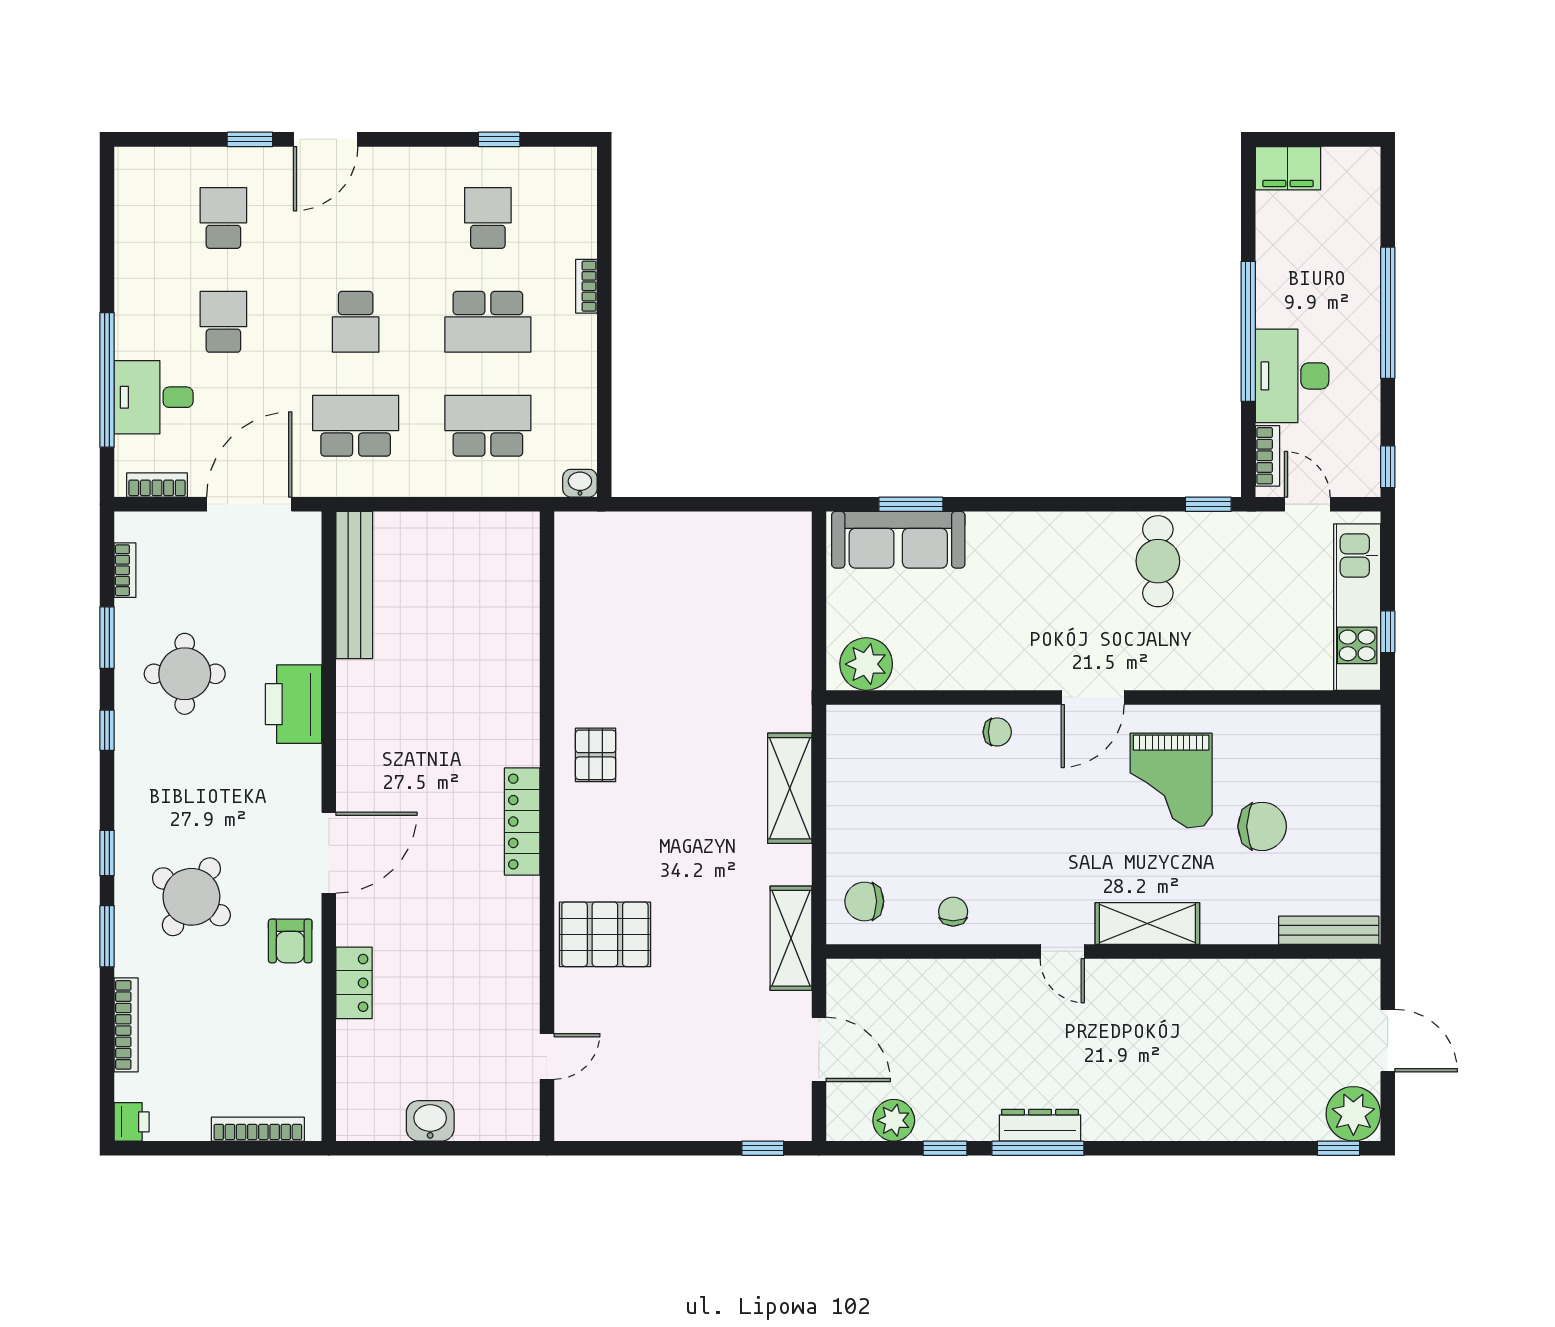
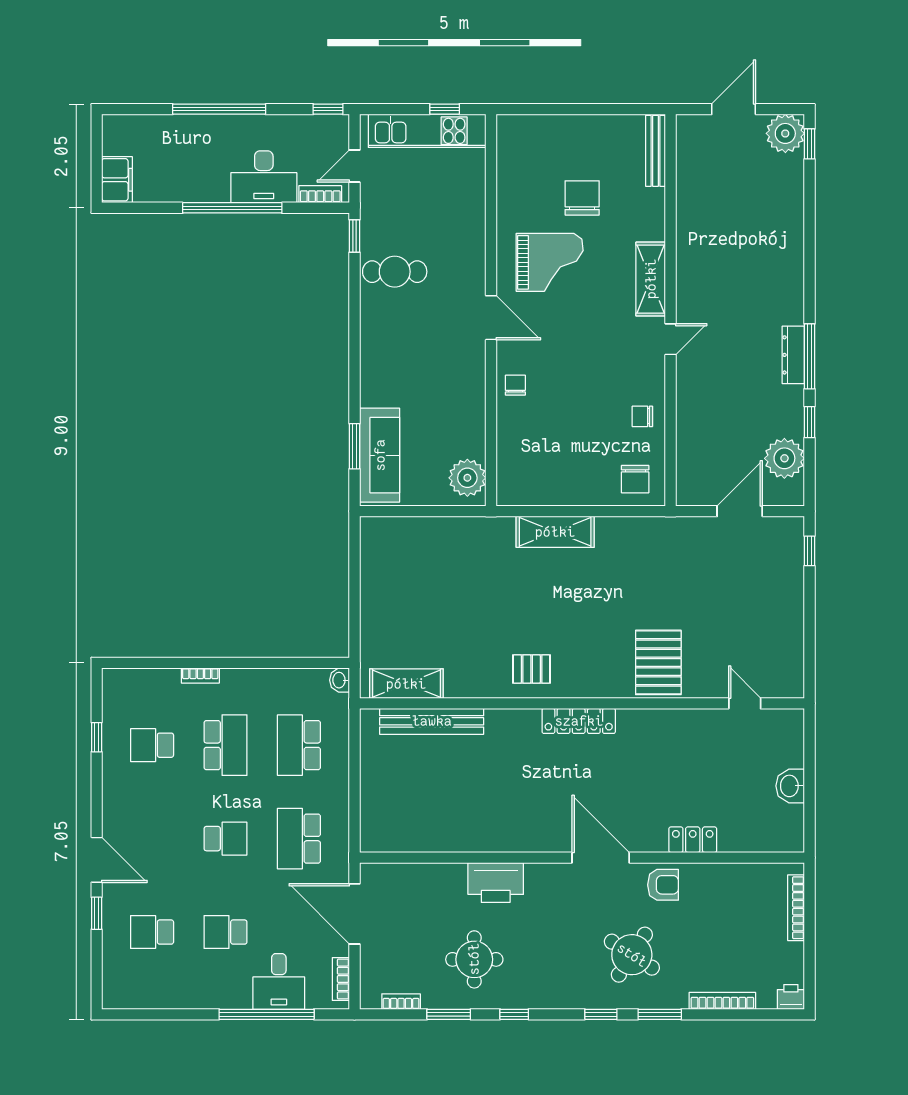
bench: (354, 585) -> (432, 721), moved
shelving: (791, 938) -> (406, 684), moved
plant: (894, 1120) -> (784, 458), width x1.36, depth x1.36

